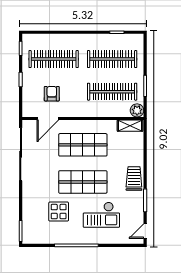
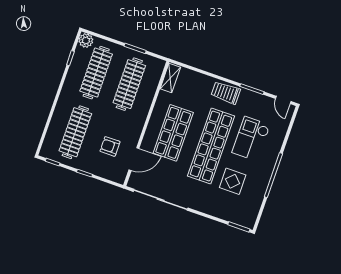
plant: (137, 110) -> (86, 40), moved
door: (48, 118) -> (134, 159), hinge flipped
shop shelf: (83, 182) -> (211, 146), width x1.40
checkout: (101, 215) -> (251, 139), turned 180

